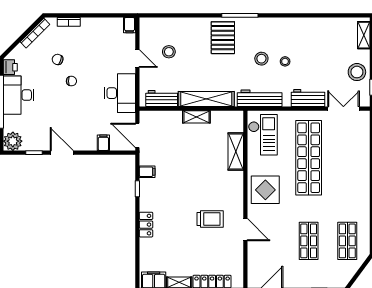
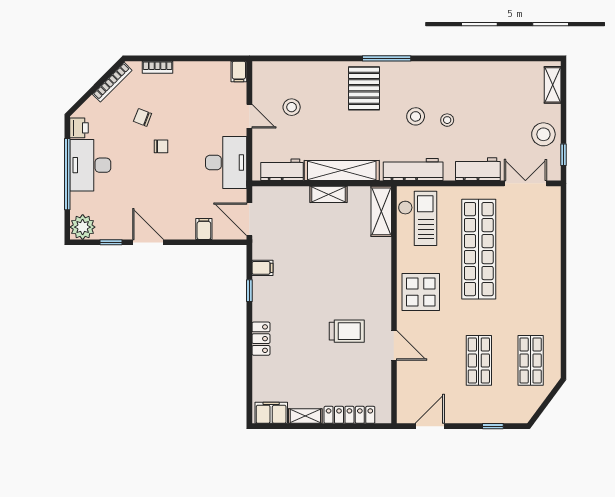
shelving: (236, 152) -> (381, 211), moved

